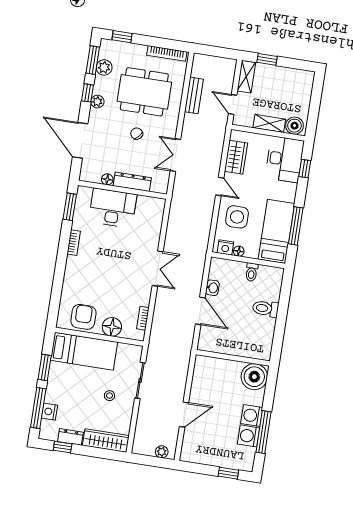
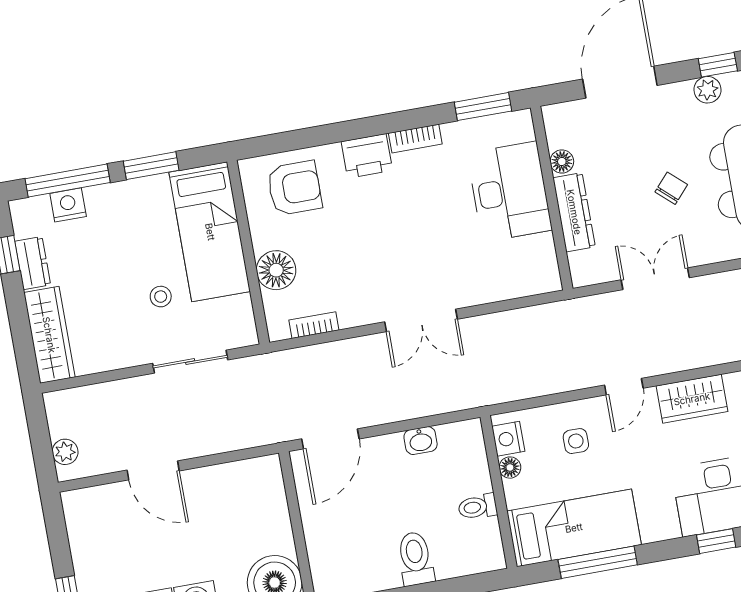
side table: (237, 217) -> (576, 441), width x0.54, depth x0.54
printer: (74, 267) -> (367, 156), added
door: (200, 311) -> (330, 439), moved
armchair: (83, 317) -> (294, 188), moved
stool: (110, 396) -> (161, 297), moved

